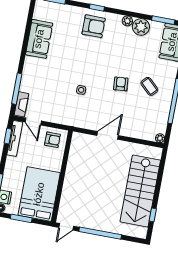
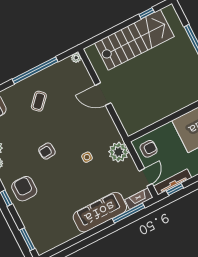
sofa: (39, 39) -> (100, 212), moved, width x1.36
armchair: (121, 84) -> (47, 151), moved
plant: (67, 116) -> (119, 152), added
door: (108, 135) -> (103, 94), moved
armchair: (52, 140) -> (149, 149), turned 90

